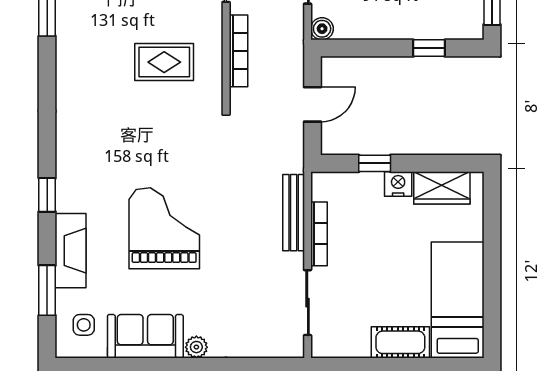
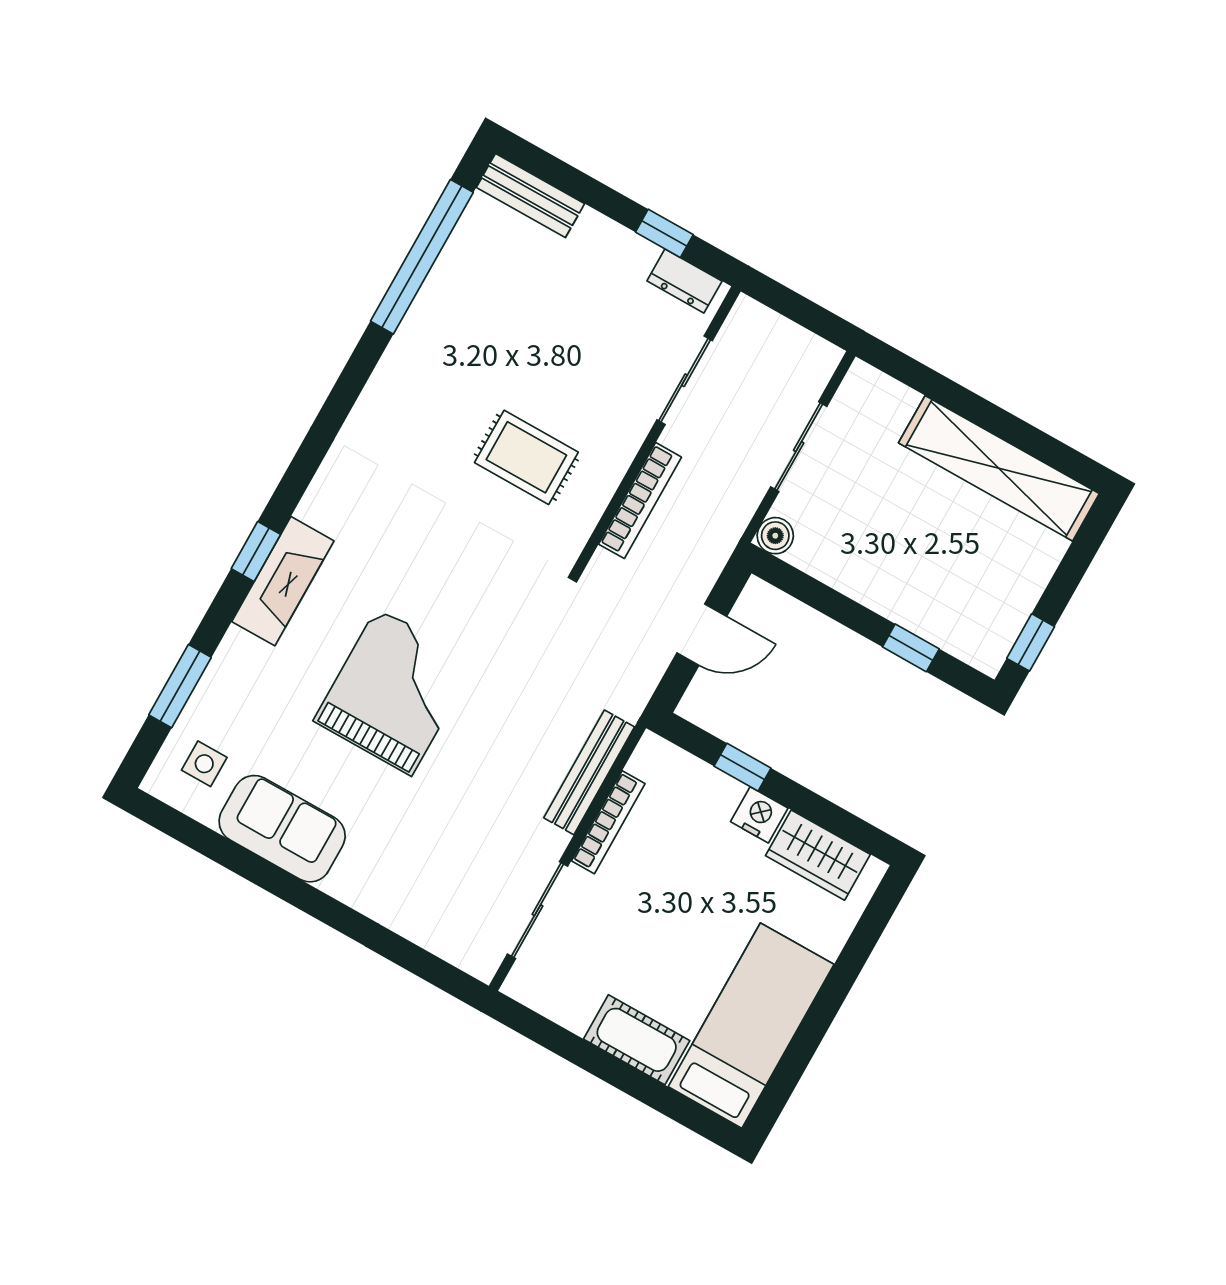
fireplace: (71, 251) -> (283, 581), moved
plant: (196, 347) -> (345, 884), removed

